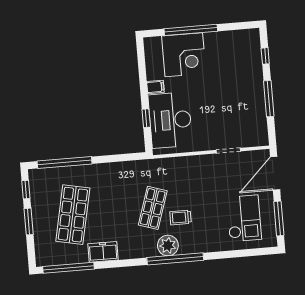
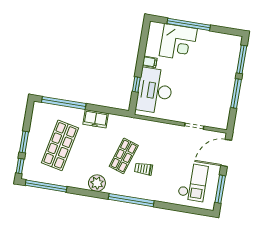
window: (265, 56) -> (242, 59), width x2.17
window: (26, 190) -> (20, 166), moved
plant: (168, 245) -> (97, 183), moved
freezer: (103, 252) -> (96, 119), moved, turned 180

